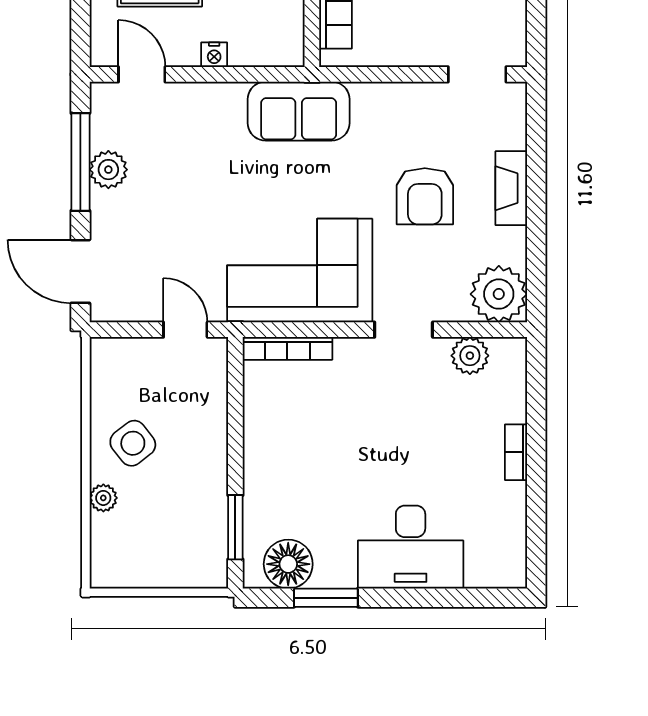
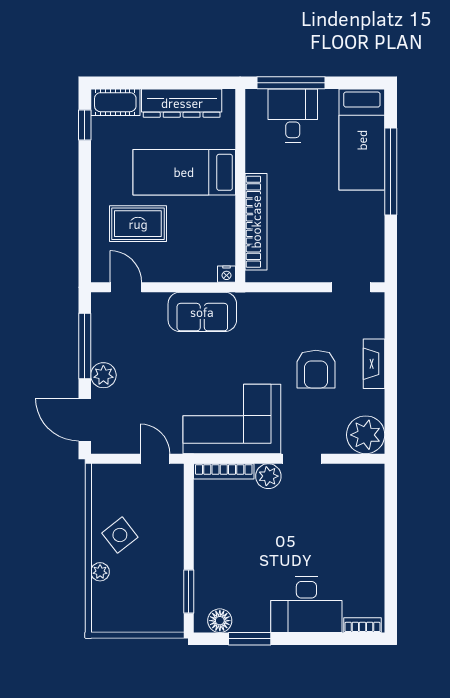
nightstand: (214, 55) -> (226, 274), moved
sofa: (299, 111) -> (202, 312), moved
plant: (108, 170) -> (103, 375), moved
plant: (470, 356) -> (268, 476), moved
bookcase: (516, 452) -> (362, 625), moved, turned 90
floor lamp: (288, 564) -> (220, 621), width x0.73, depth x0.73

